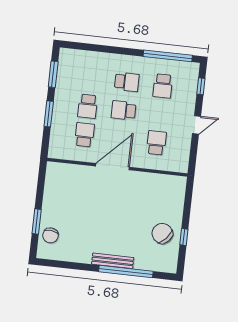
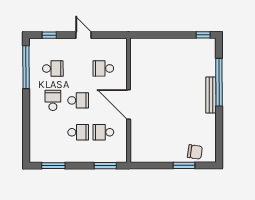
school desk: (124, 110) -> (78, 100), turned -90
window: (49, 114) -> (105, 166), moved
chair: (162, 233) -> (182, 54), removed
window: (184, 237) -> (203, 35), moved

